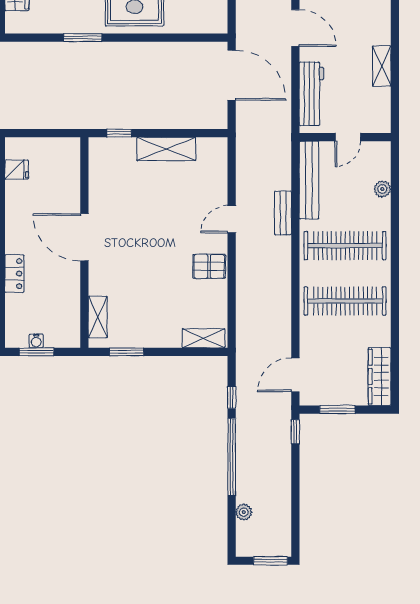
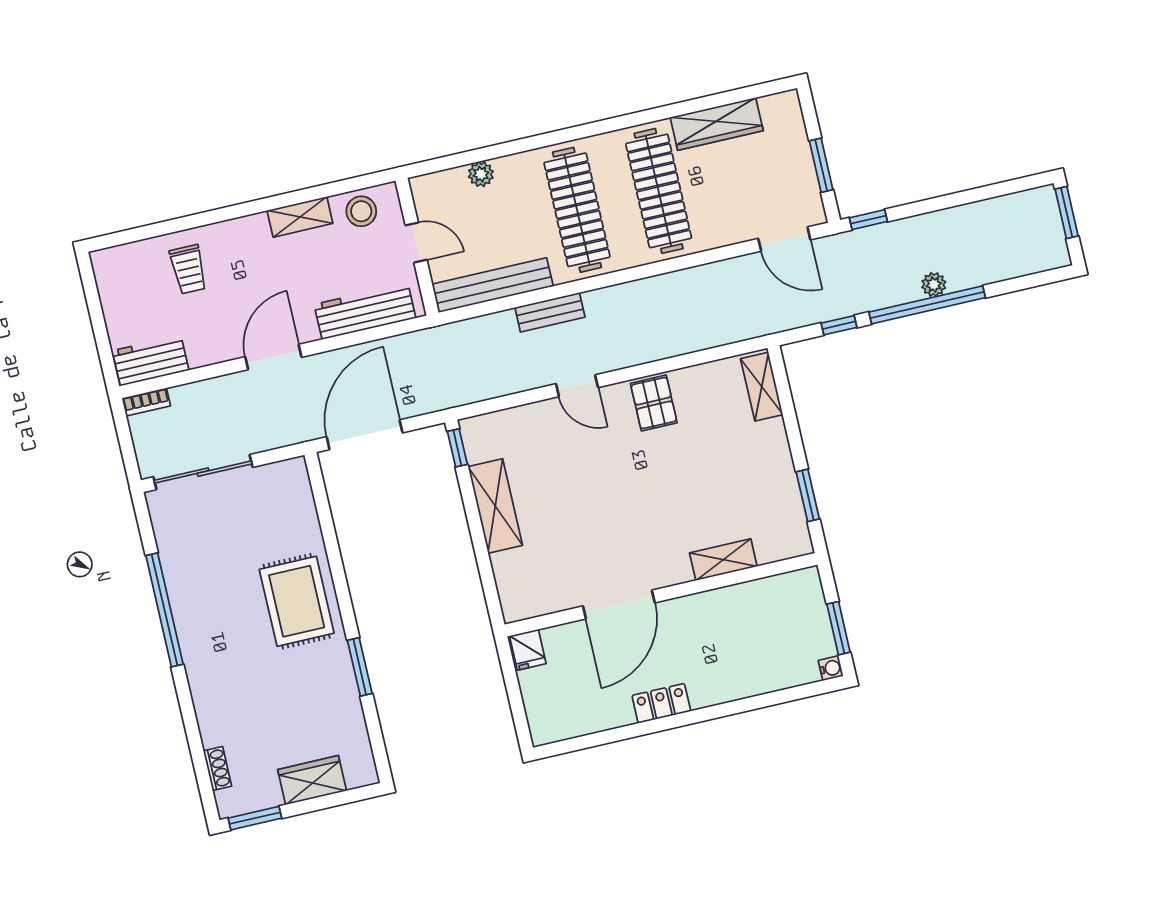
stool: (376, 106) -> (361, 211), added
window: (119, 133) -> (457, 448), moved
fridge: (17, 170) -> (528, 650), moved, turned 180
door: (84, 237) -> (619, 604), moved
locker: (14, 274) -> (661, 703), moved
shelving: (98, 317) -> (723, 560), moved
water cooler: (36, 341) -> (831, 668), moved
wardrobe: (380, 377) -> (717, 124), moved
plant: (244, 512) -> (934, 285), moved

